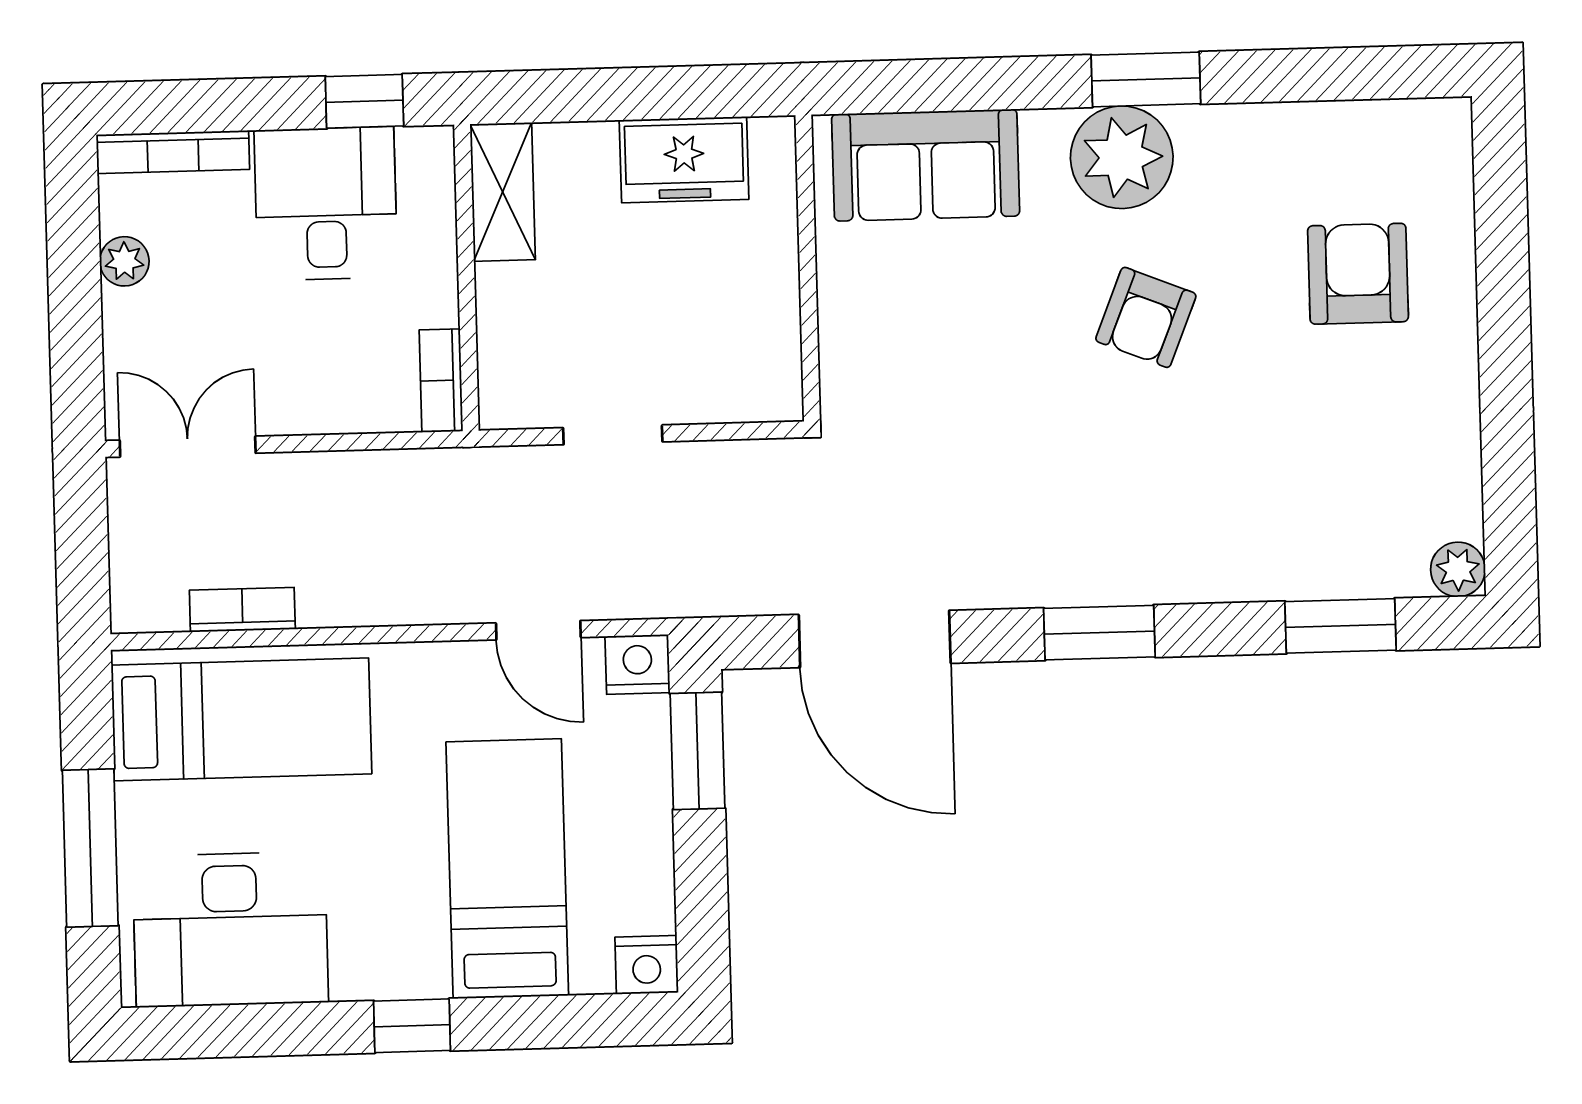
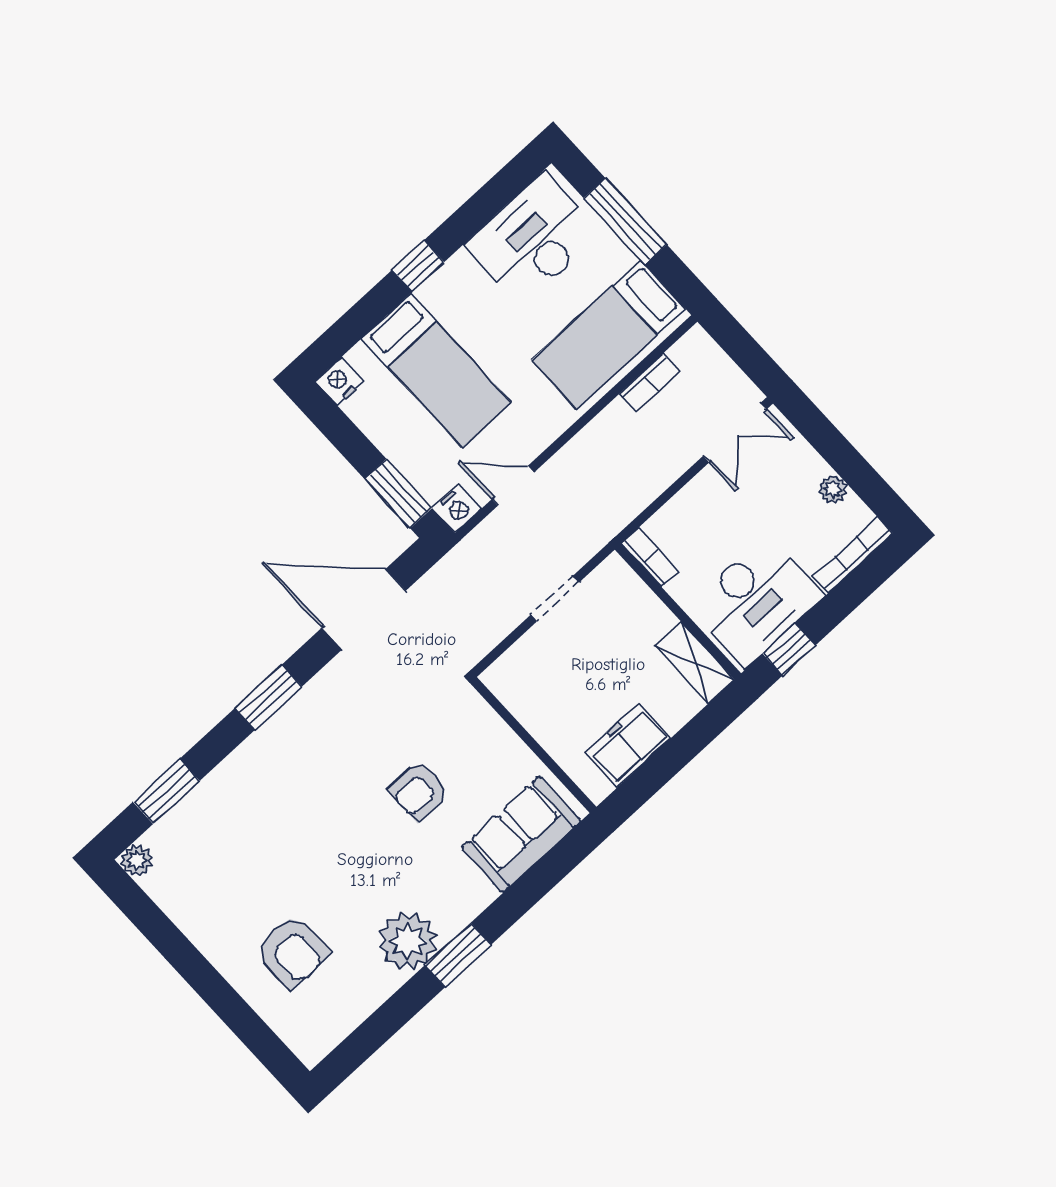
plant: (1122, 157) -> (408, 941), moved
desk: (326, 204) -> (756, 601), width x1.37
armchair: (1146, 317) -> (419, 791), moved, turned -112

